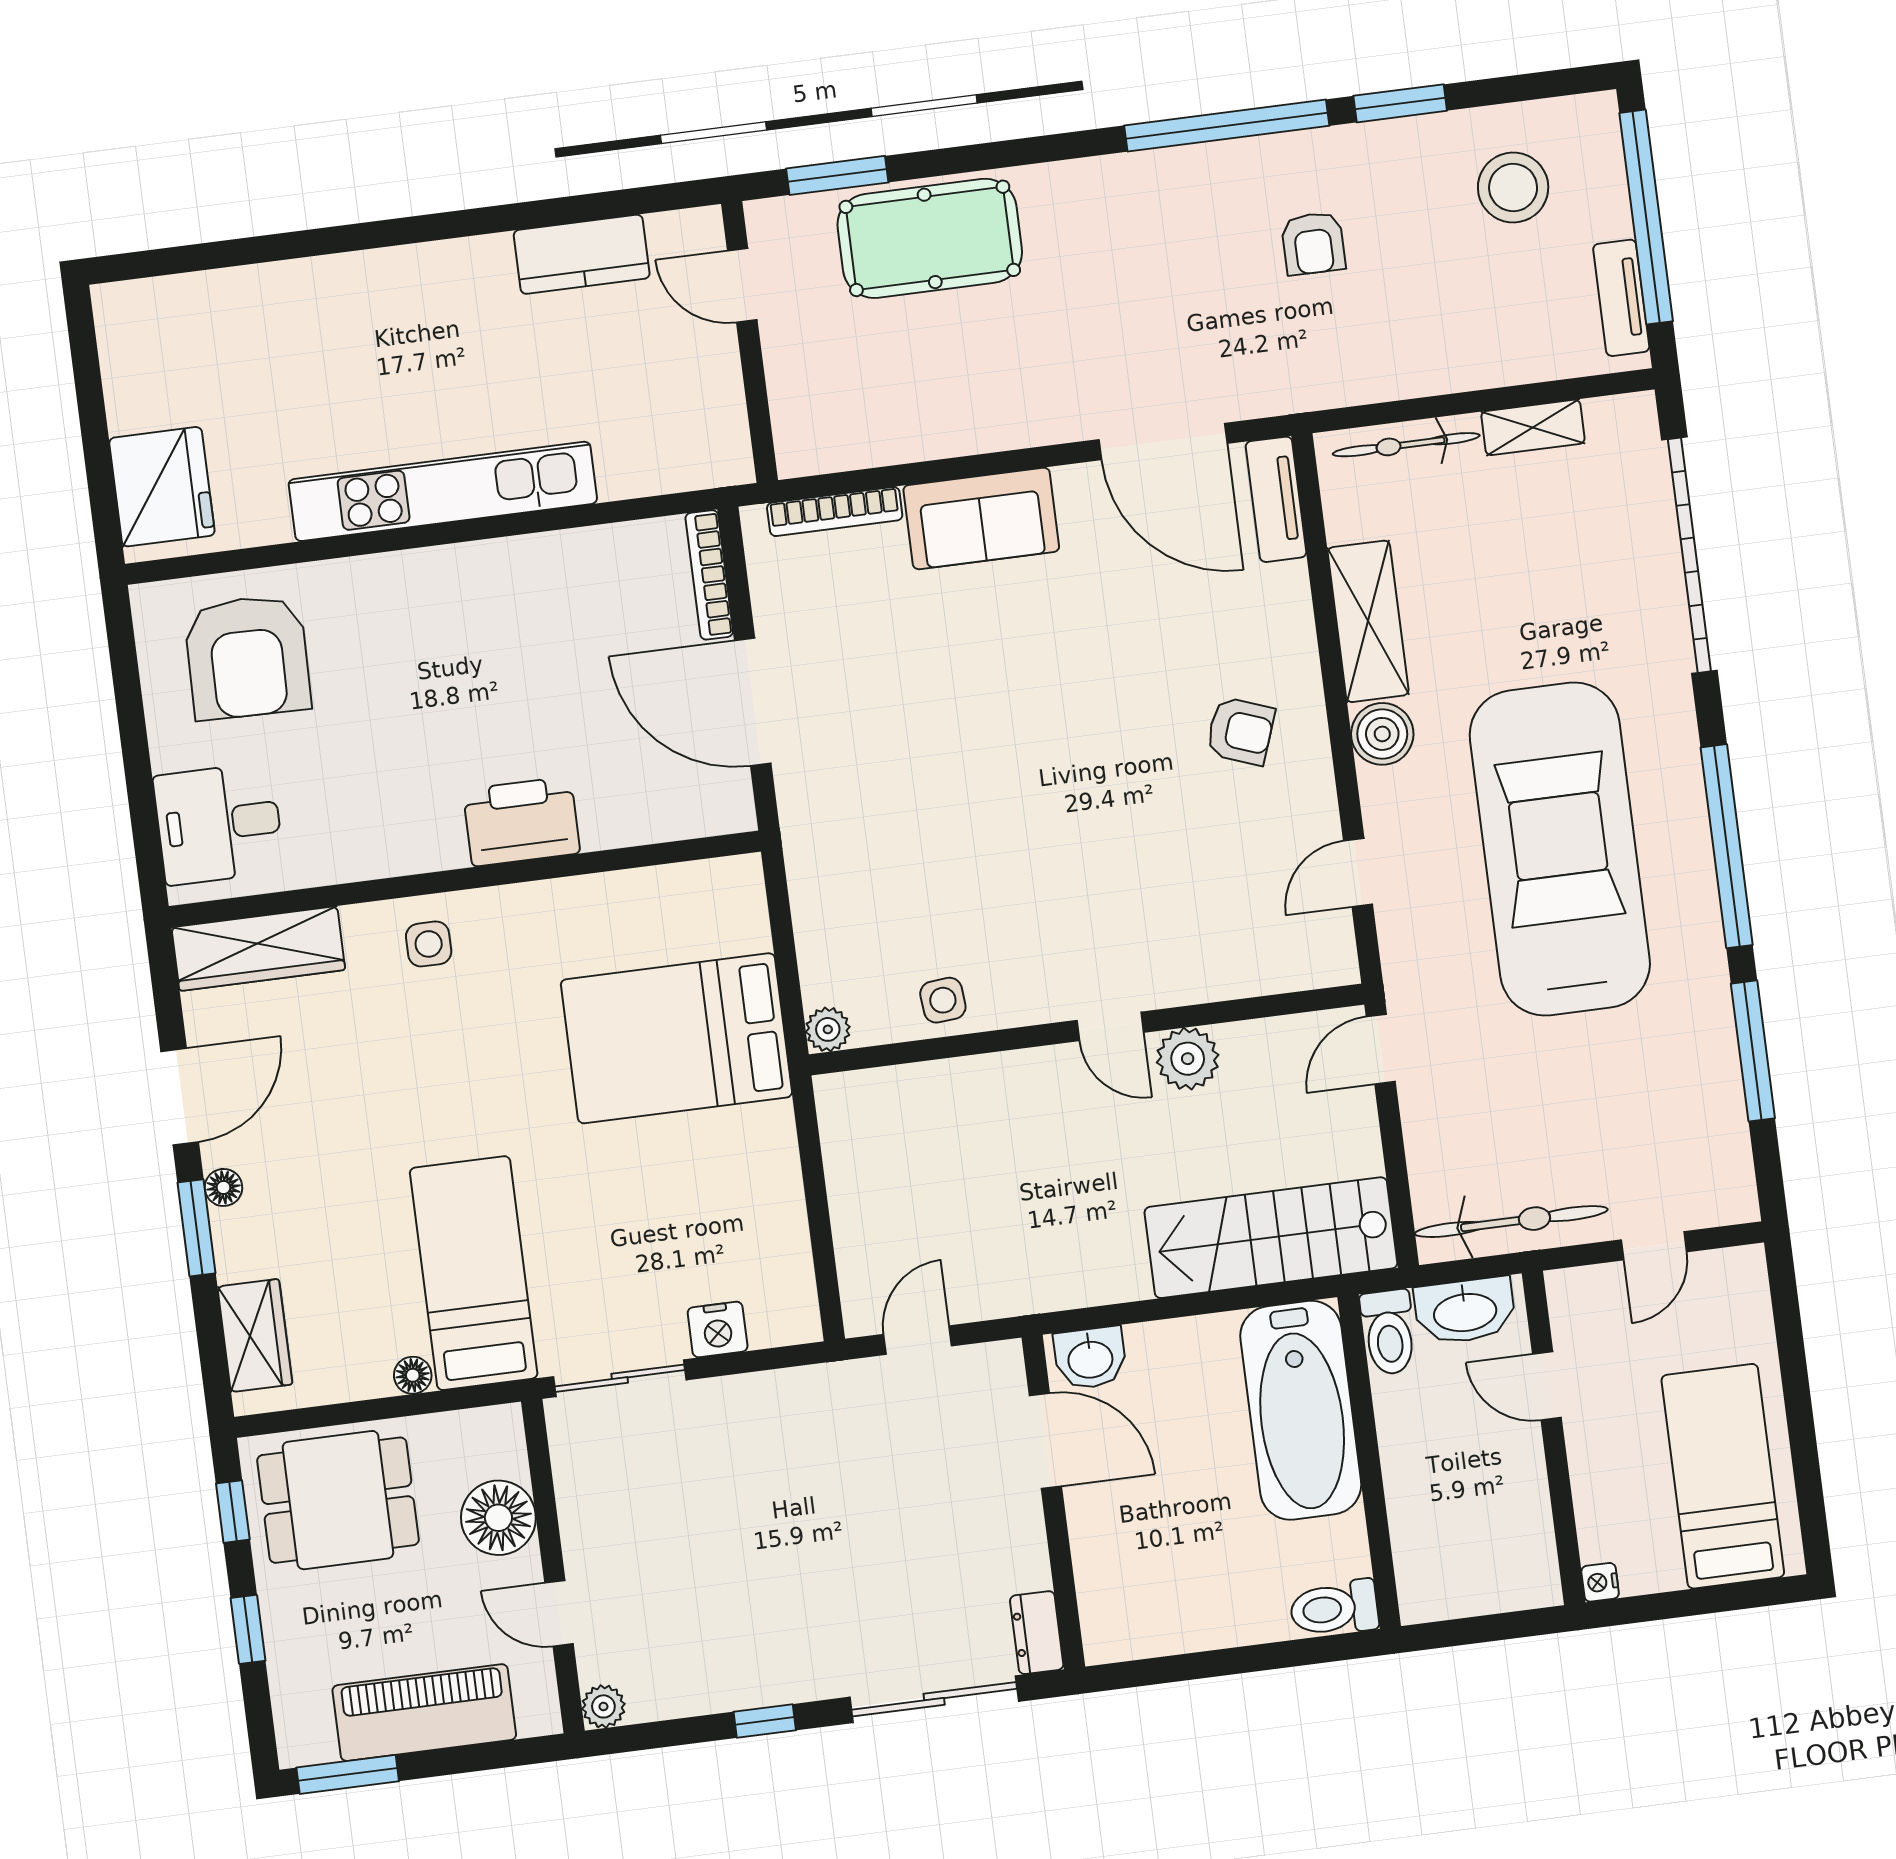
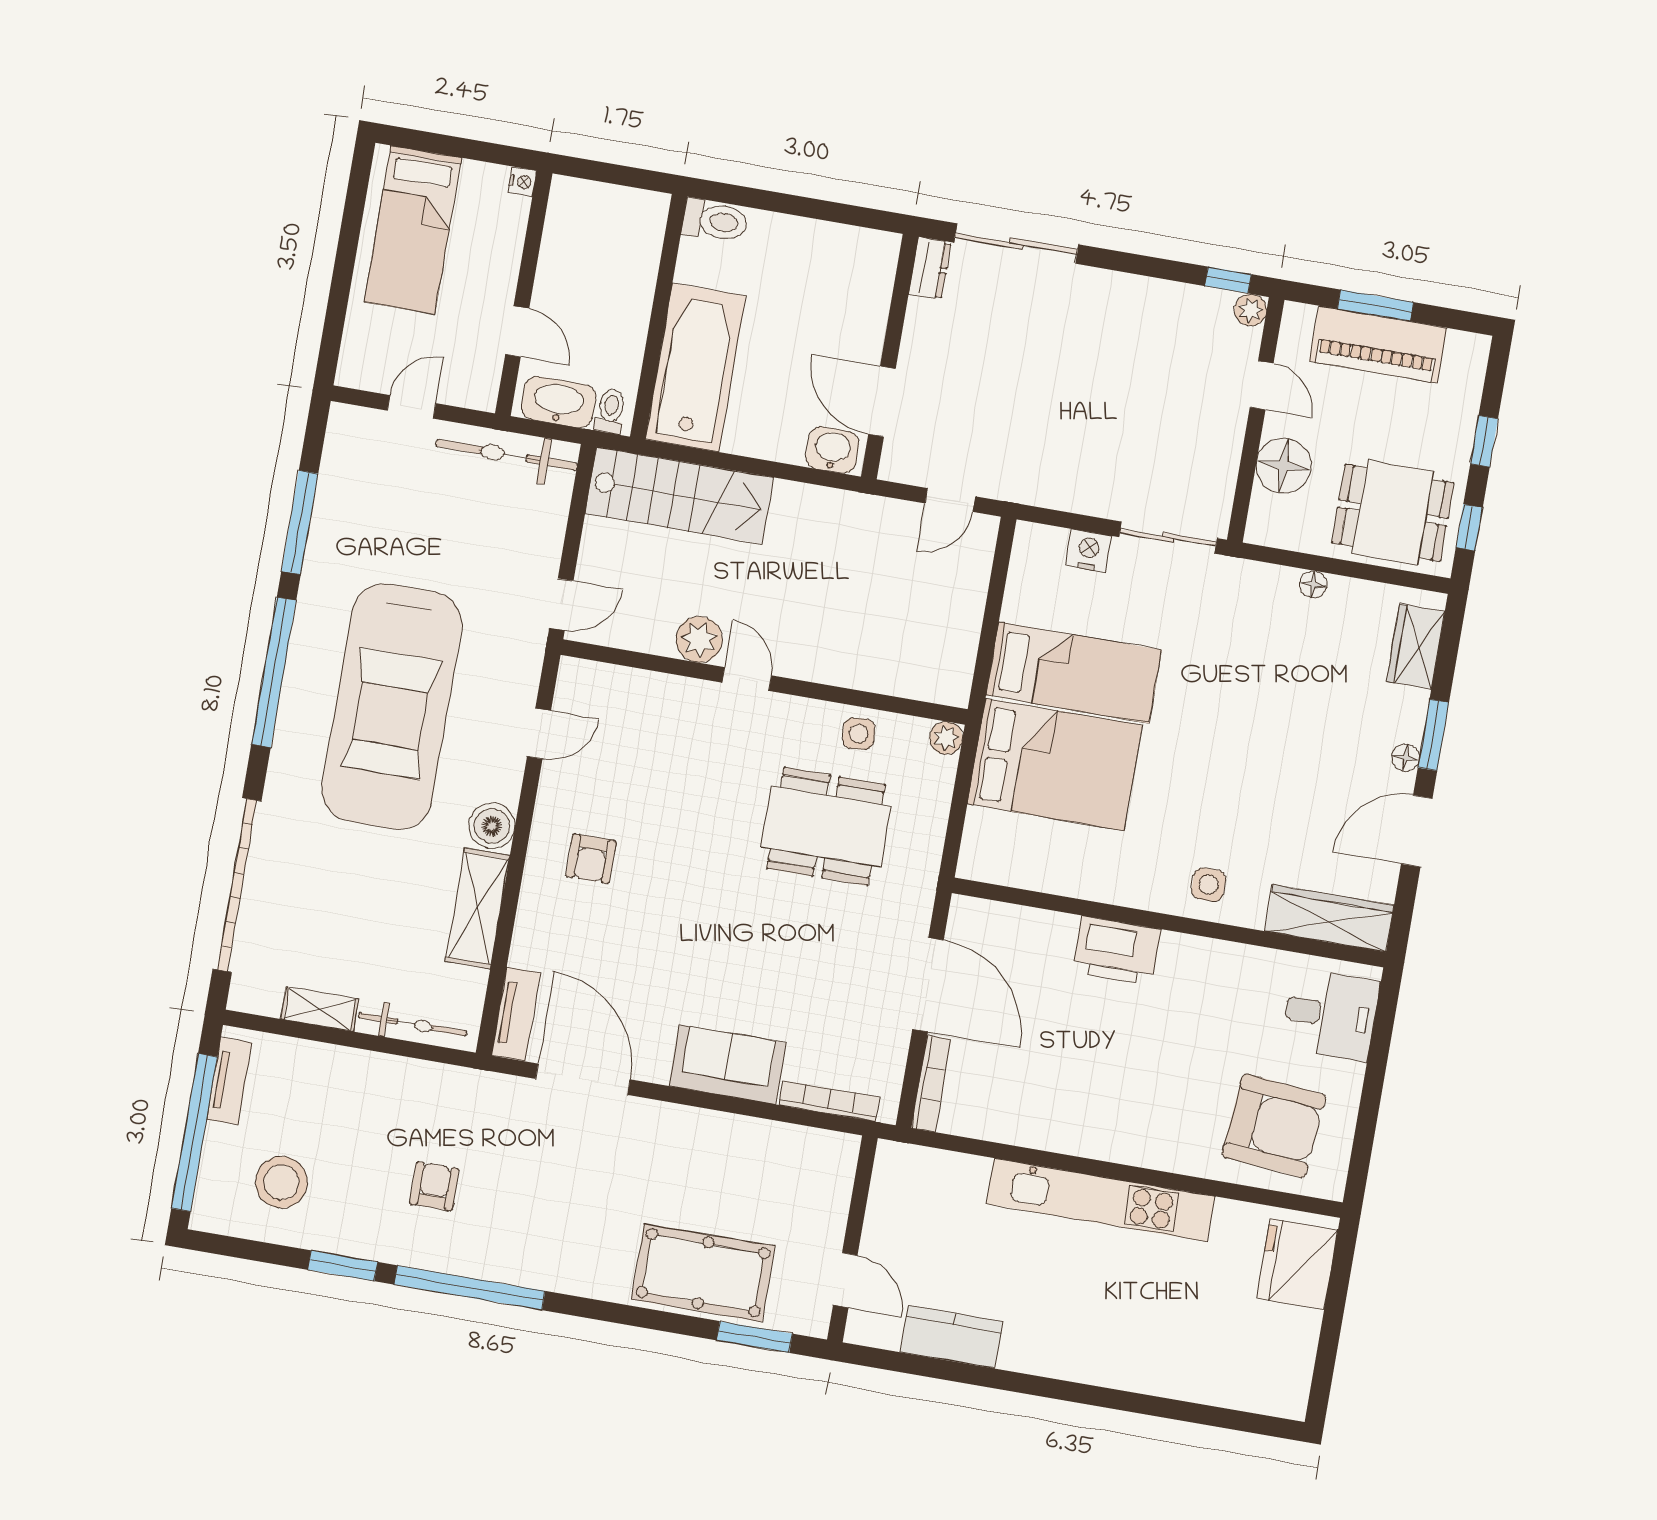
armchair: (247, 657) -> (1274, 1126), turned 94
armchair: (1240, 731) -> (591, 859), turned -110
dining table: (948, 867) -> (826, 826), added
bed: (474, 1273) -> (1074, 673), moved, turned -90
toilet: (1389, 1332) -> (610, 411), width x0.73, depth x0.72
window: (765, 1721) -> (1228, 280), moved
window: (348, 1774) -> (1375, 306), moved

